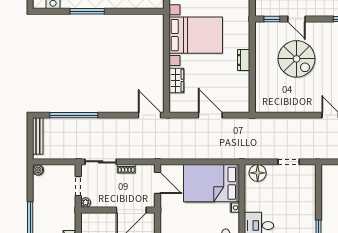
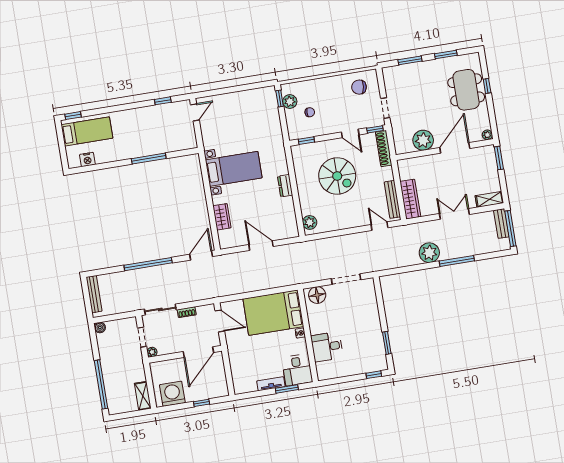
window: (87, 11) -> (149, 159), moved
door: (296, 19) -> (350, 133), moved
bed with nightstands: (196, 35) -> (234, 169), width x0.73
plant: (262, 100) -> (310, 222), added
window: (74, 115) -> (148, 264), moved
door: (150, 115) -> (201, 255), hinge flipped
doorway: (289, 162) -> (346, 279), width x1.38

